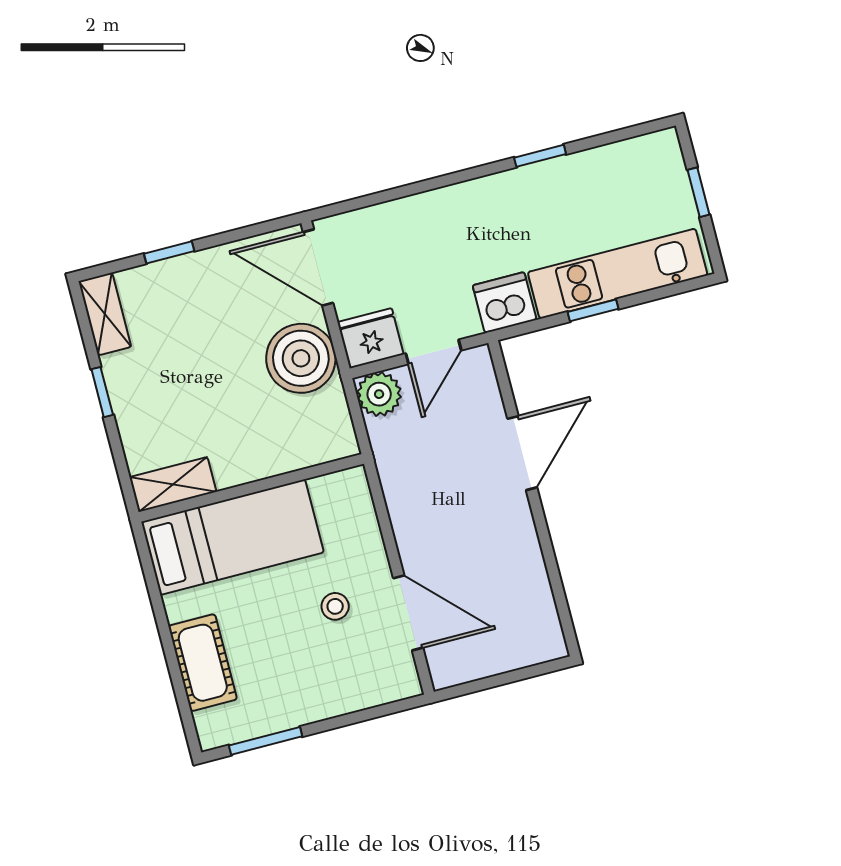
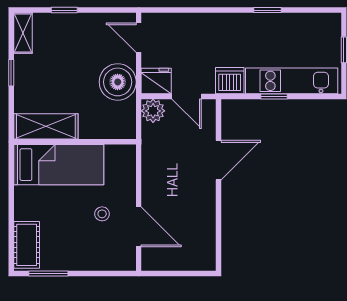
door: (318, 267) -> (139, 38), width x0.73
door: (434, 352) -> (187, 96), hinge flipped
shelving: (173, 484) -> (46, 126), width x1.50, depth x1.33
cot: (203, 663) -> (27, 245), moved

